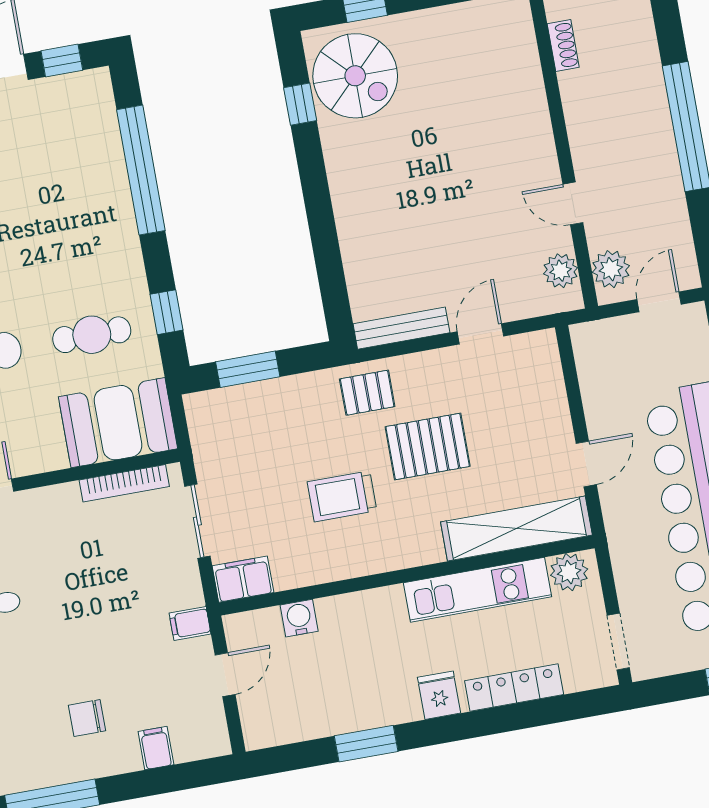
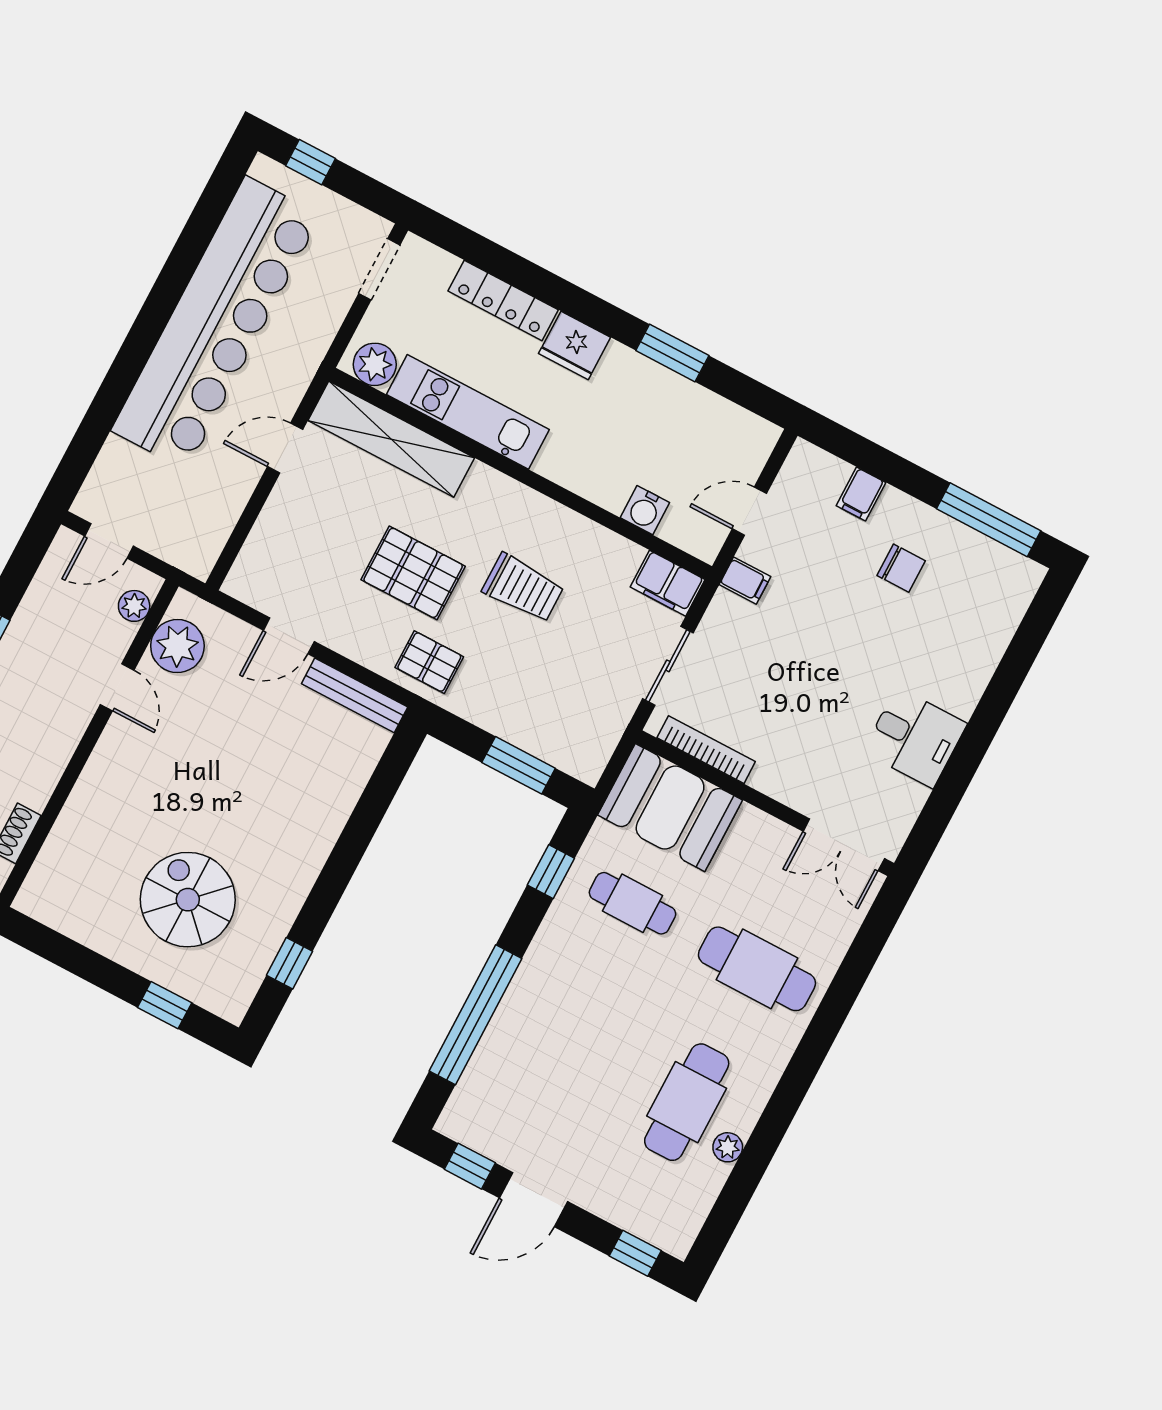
spiral stairs: (355, 76) -> (188, 900), moved
plant: (611, 269) -> (134, 606), width x0.73, depth x0.73
plant: (561, 271) -> (177, 646), width x1.36, depth x1.36
fridge: (439, 695) -> (575, 345), width x1.38

